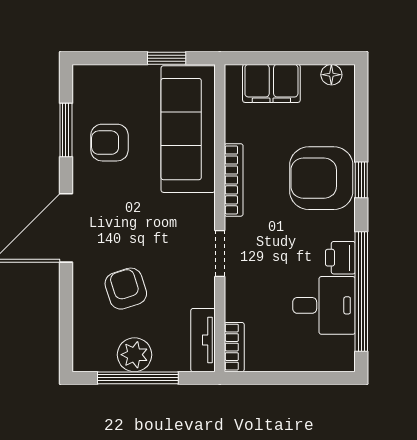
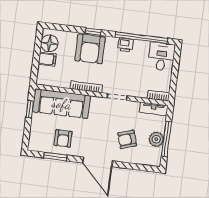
floor lamp: (331, 75) -> (49, 43), width x1.89, depth x1.89
filing cabinet: (271, 83) -> (47, 59), width x0.50
desk: (324, 305) -> (161, 57), moved

